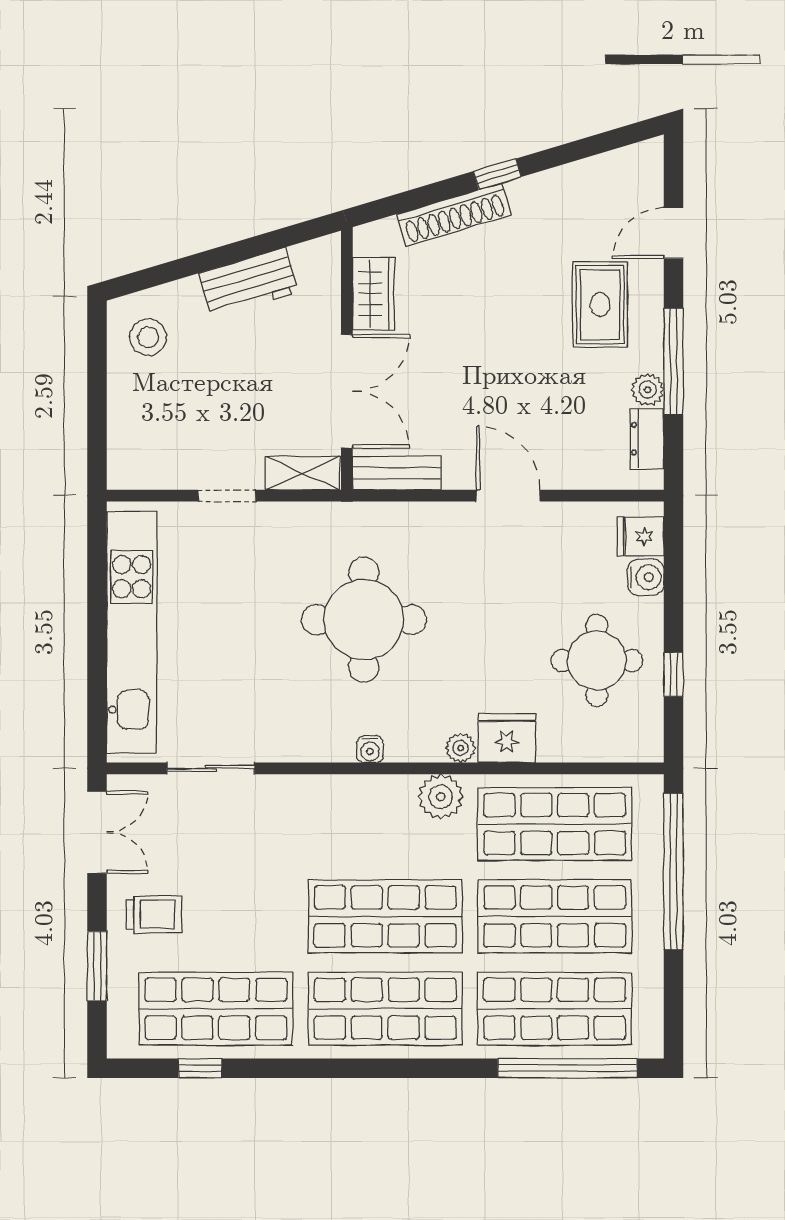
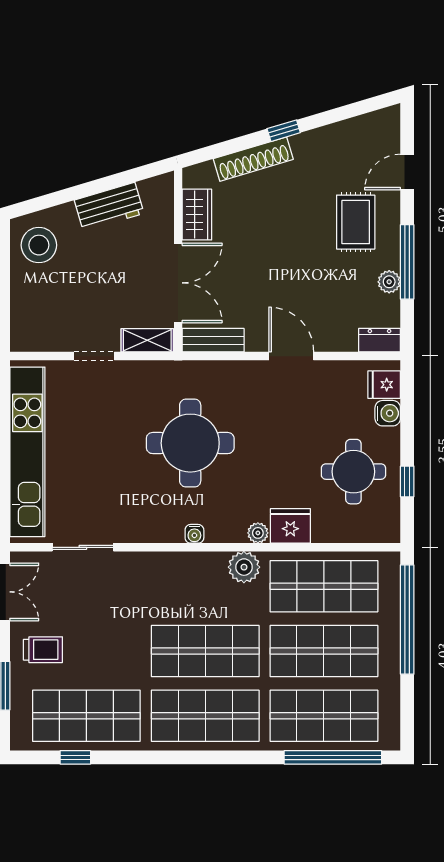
stool: (148, 337) -> (39, 245), width x1.38, depth x1.38
dresser: (647, 439) -> (379, 340), moved, turned 90

